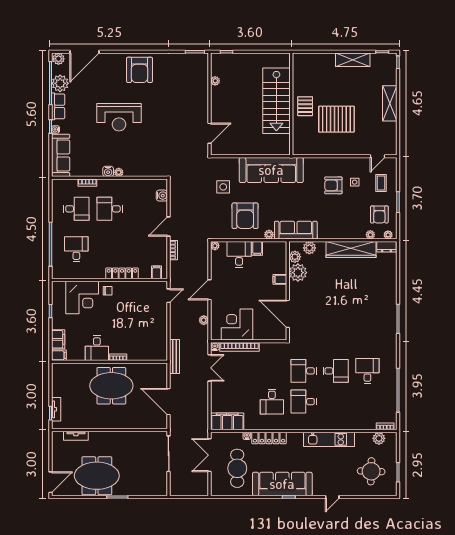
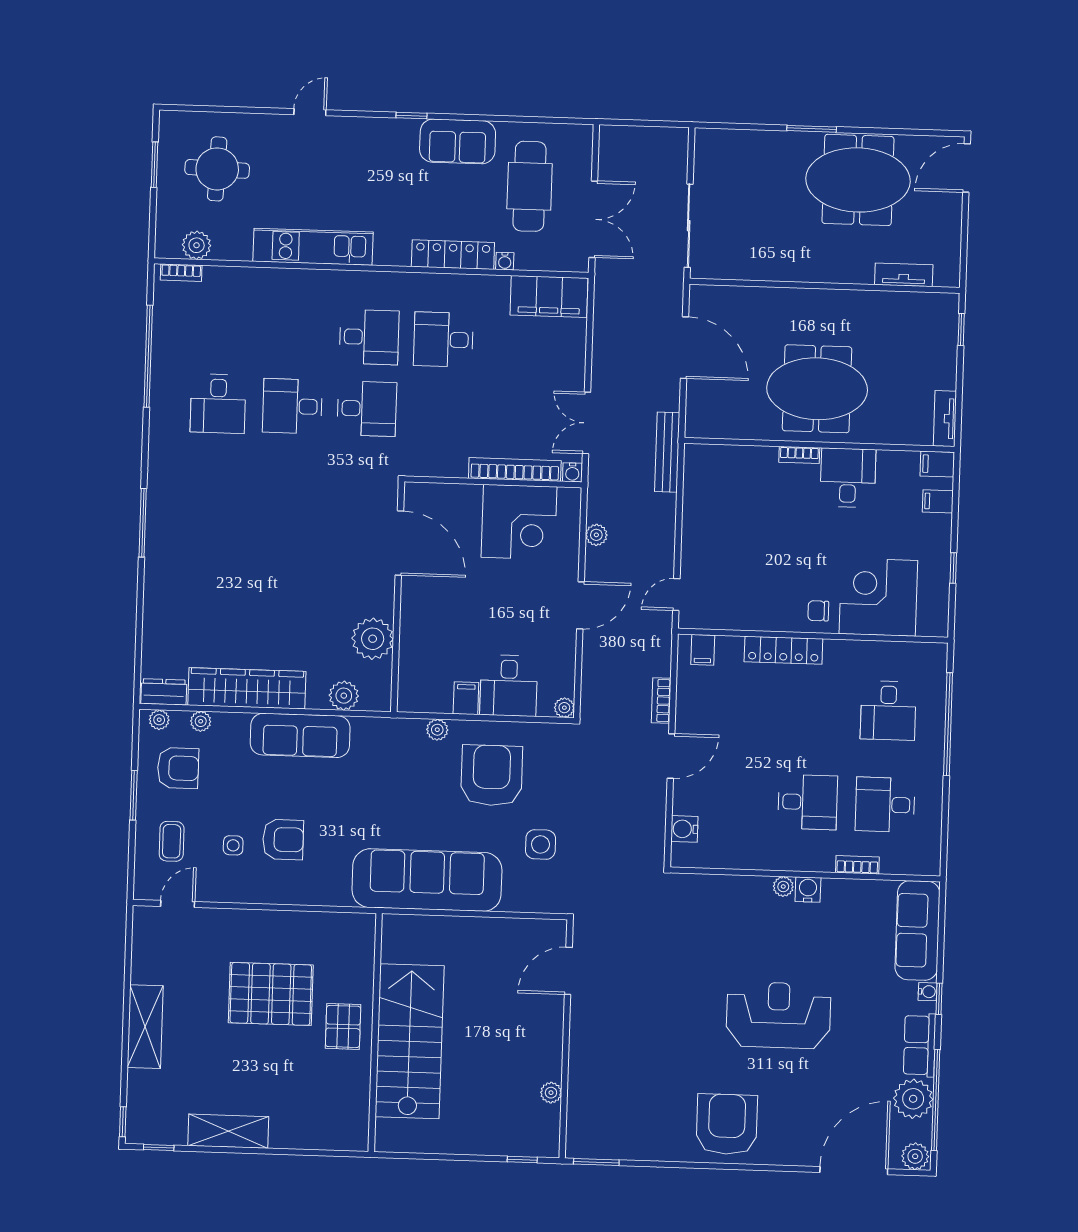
armchair: (379, 214) -> (178, 768), turned 90
sofa: (296, 230) -> (300, 735), moved
plant: (295, 257) -> (379, 676), removed
filing cabinet: (280, 279) -> (415, 624), removed
filing cabinet: (58, 339) -> (938, 501), width x0.50
desk: (272, 402) -> (443, 340), turned -90
tv unit: (56, 409) -> (945, 419), moved
sofa: (282, 484) -> (458, 141), width x0.54, depth x0.79

